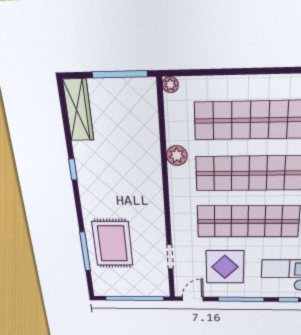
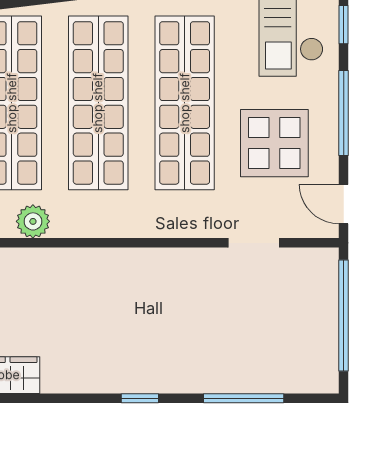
plant: (177, 156) -> (33, 221), moved
window: (73, 169) -> (140, 398), moved
rug: (112, 244) -> (227, 346), removed

